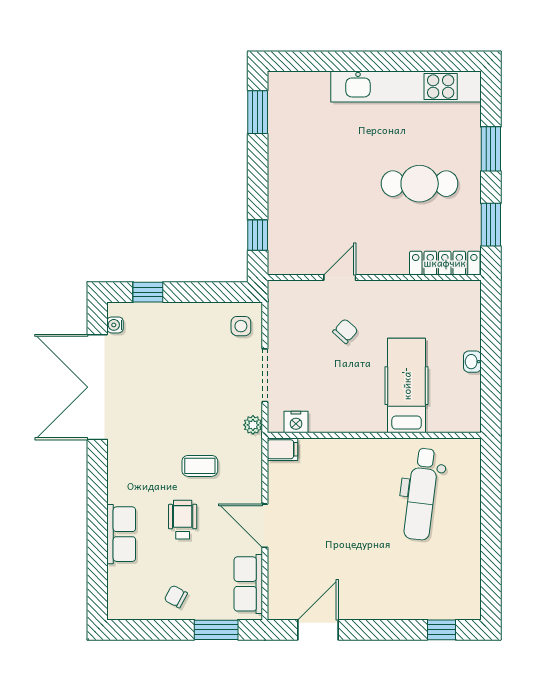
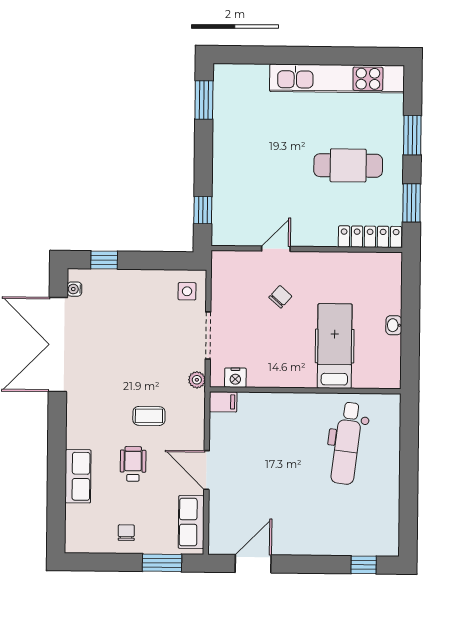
chair: (176, 597) -> (126, 533), turned 62

